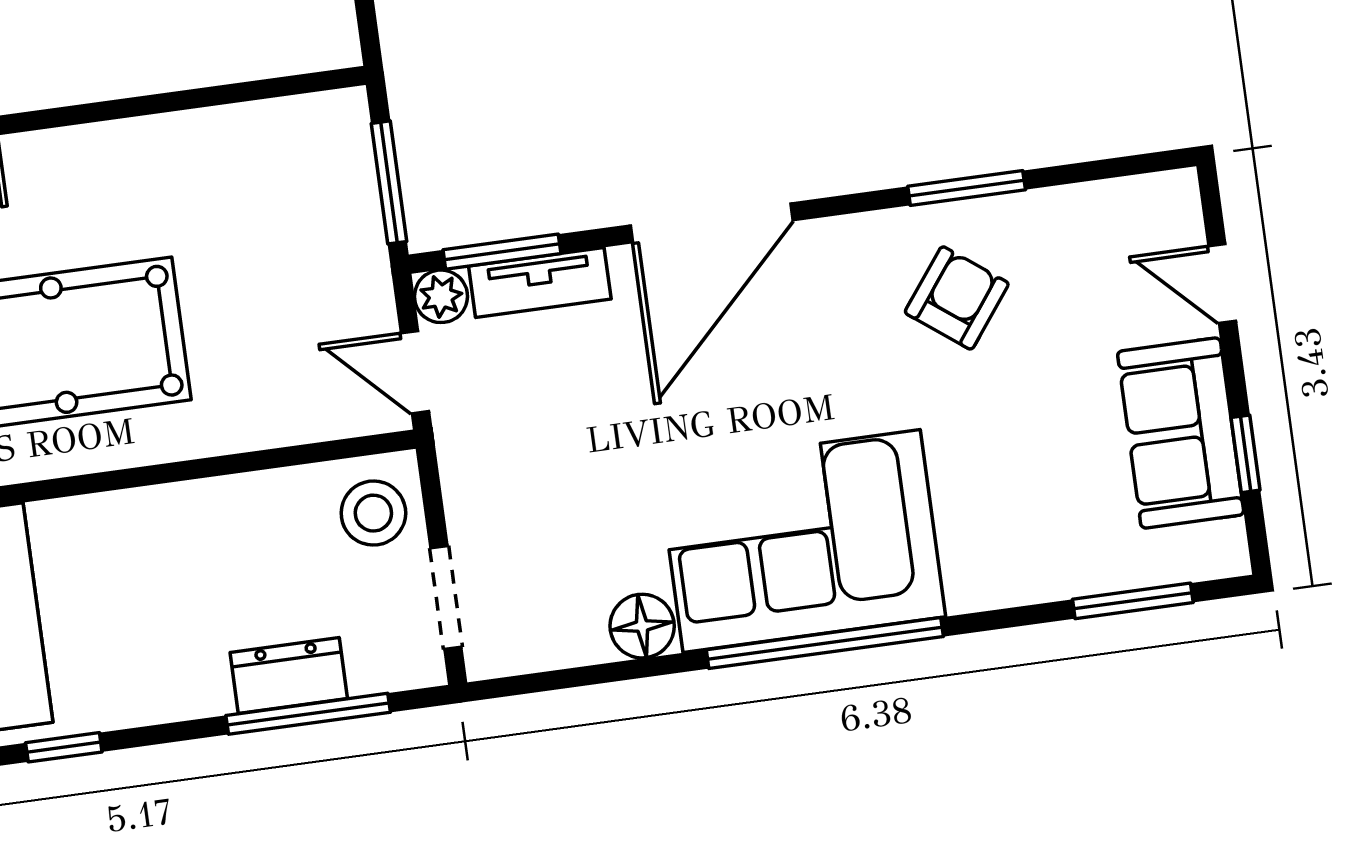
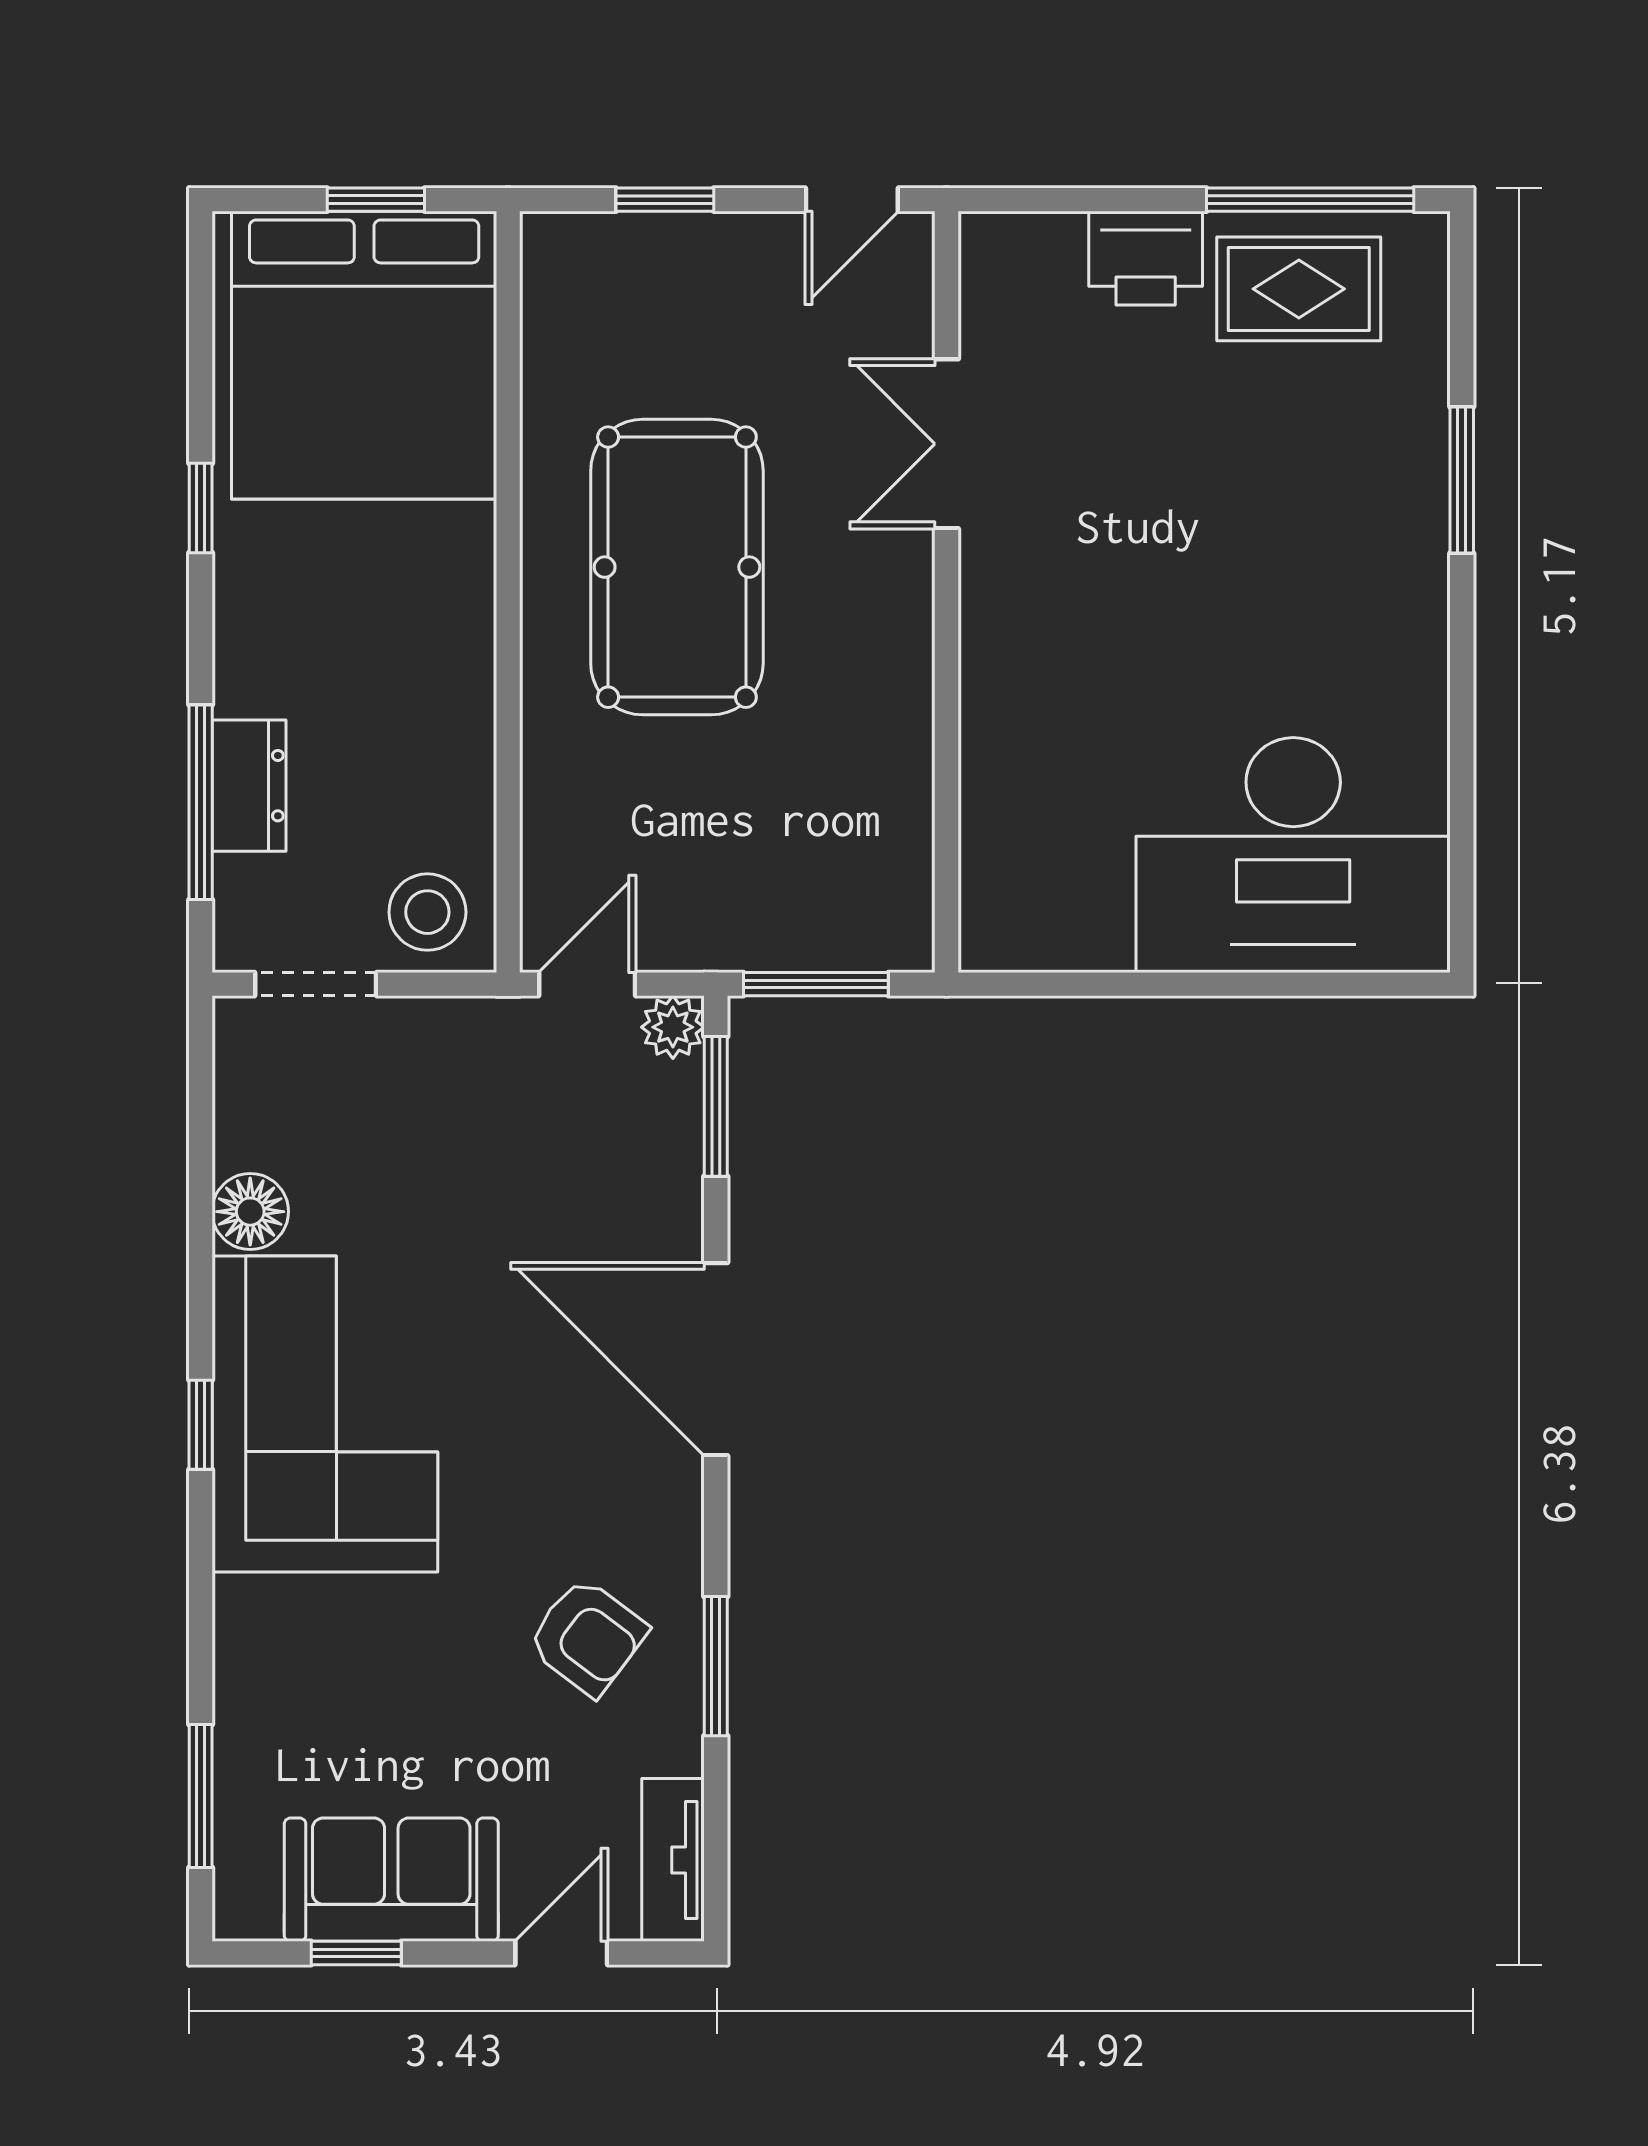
tv unit: (540, 283) -> (673, 1860), moved
window: (825, 643) -> (201, 1425), width x0.32

